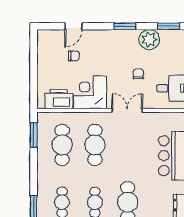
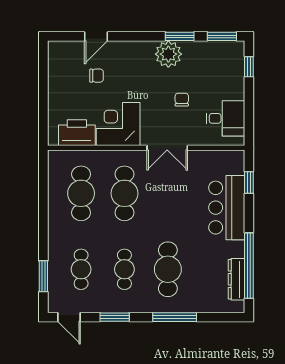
window: (125, 26) -> (180, 36), moved
plant: (149, 40) -> (168, 54), moved
double door: (127, 110) -> (167, 148), swing flipped
window: (34, 135) -> (43, 180), removed

